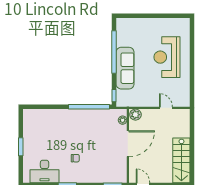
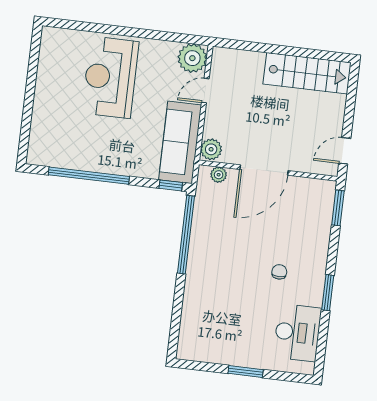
reception desk: (167, 57) -> (110, 77), turned 90
sofa: (125, 68) -> (180, 142), moved, turned -90
plant: (182, 99) -> (192, 58), added
door: (128, 144) -> (264, 170), swing flipped

